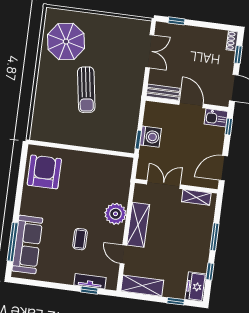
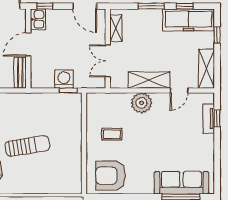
coffee table: (80, 239) -> (112, 134), moved
freezer: (196, 287) -> (189, 20), width x1.91, depth x1.26

